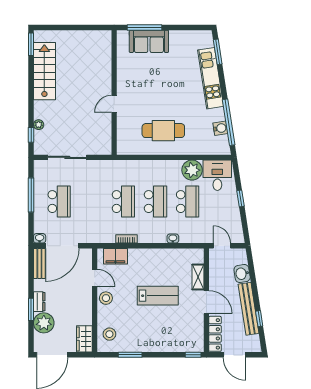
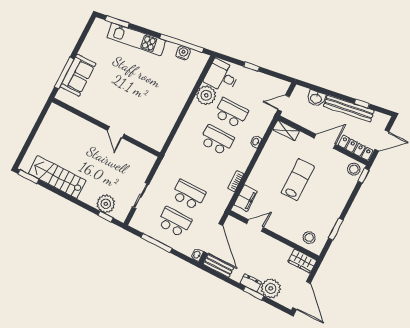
plant: (39, 125) -> (106, 204), width x1.88, depth x1.88
cafe table: (163, 131) -> (160, 102), removed
sliding door: (67, 157) -> (141, 196), width x0.73
school desk: (123, 202) -> (189, 195), moved
shelving: (198, 277) -> (286, 130), moved
stool: (106, 298) -> (354, 169), moved

